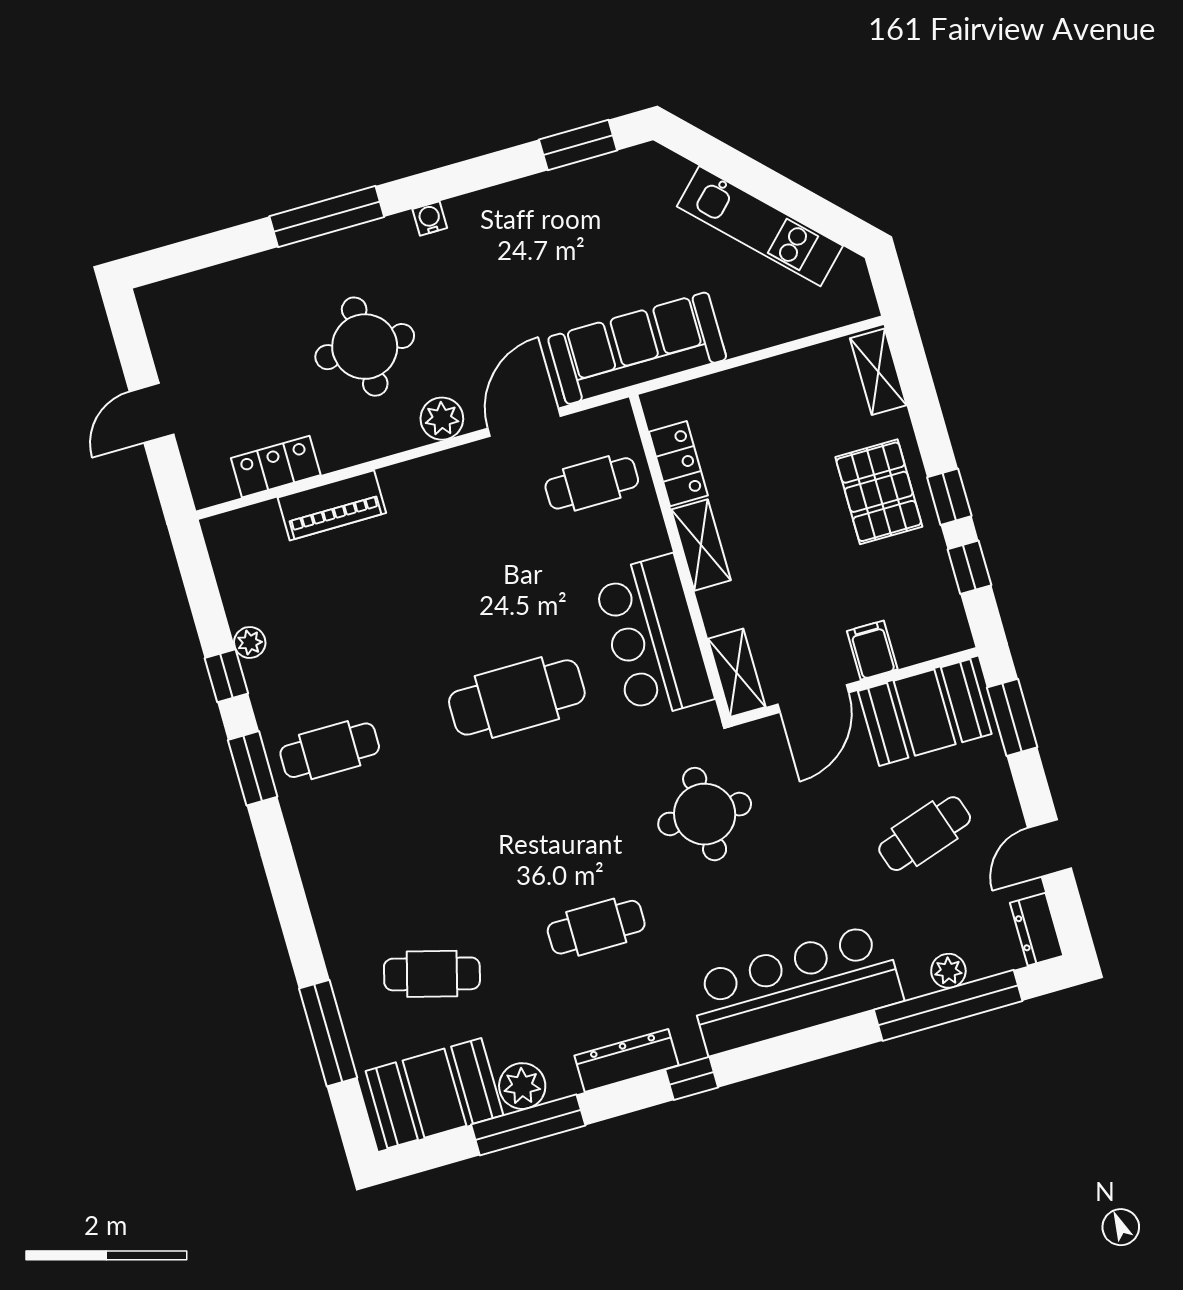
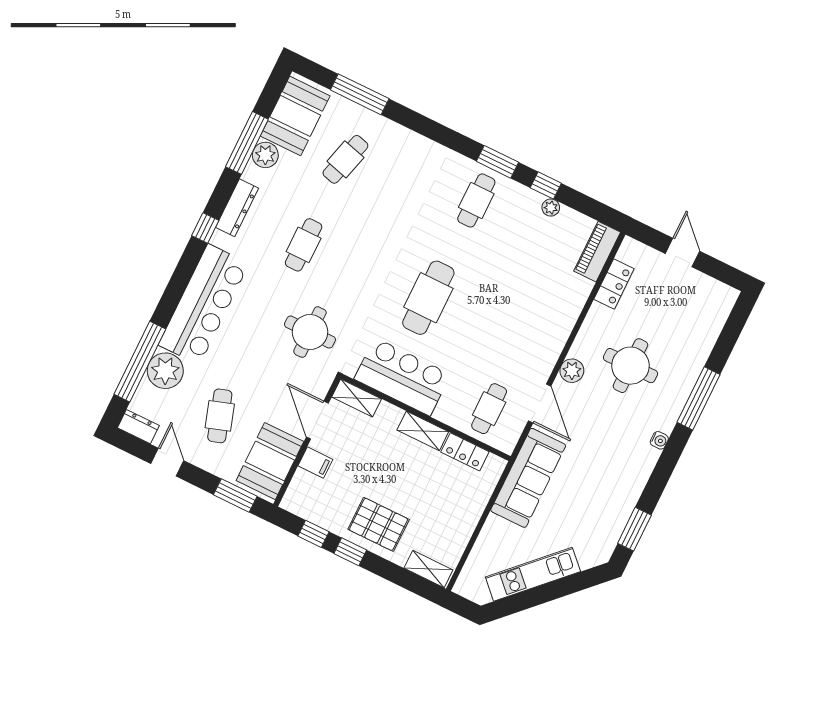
piano: (332, 505) -> (597, 252), moved
plant: (948, 971) -> (165, 371), width x1.88, depth x1.88

